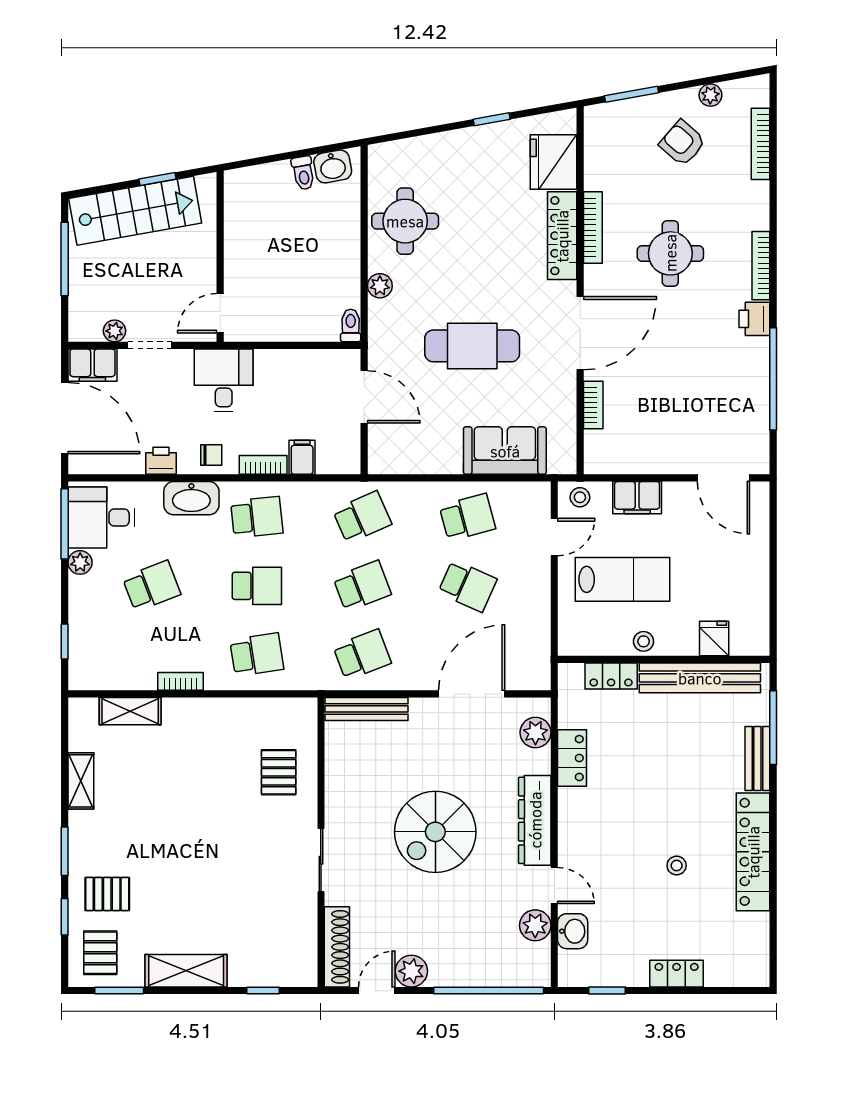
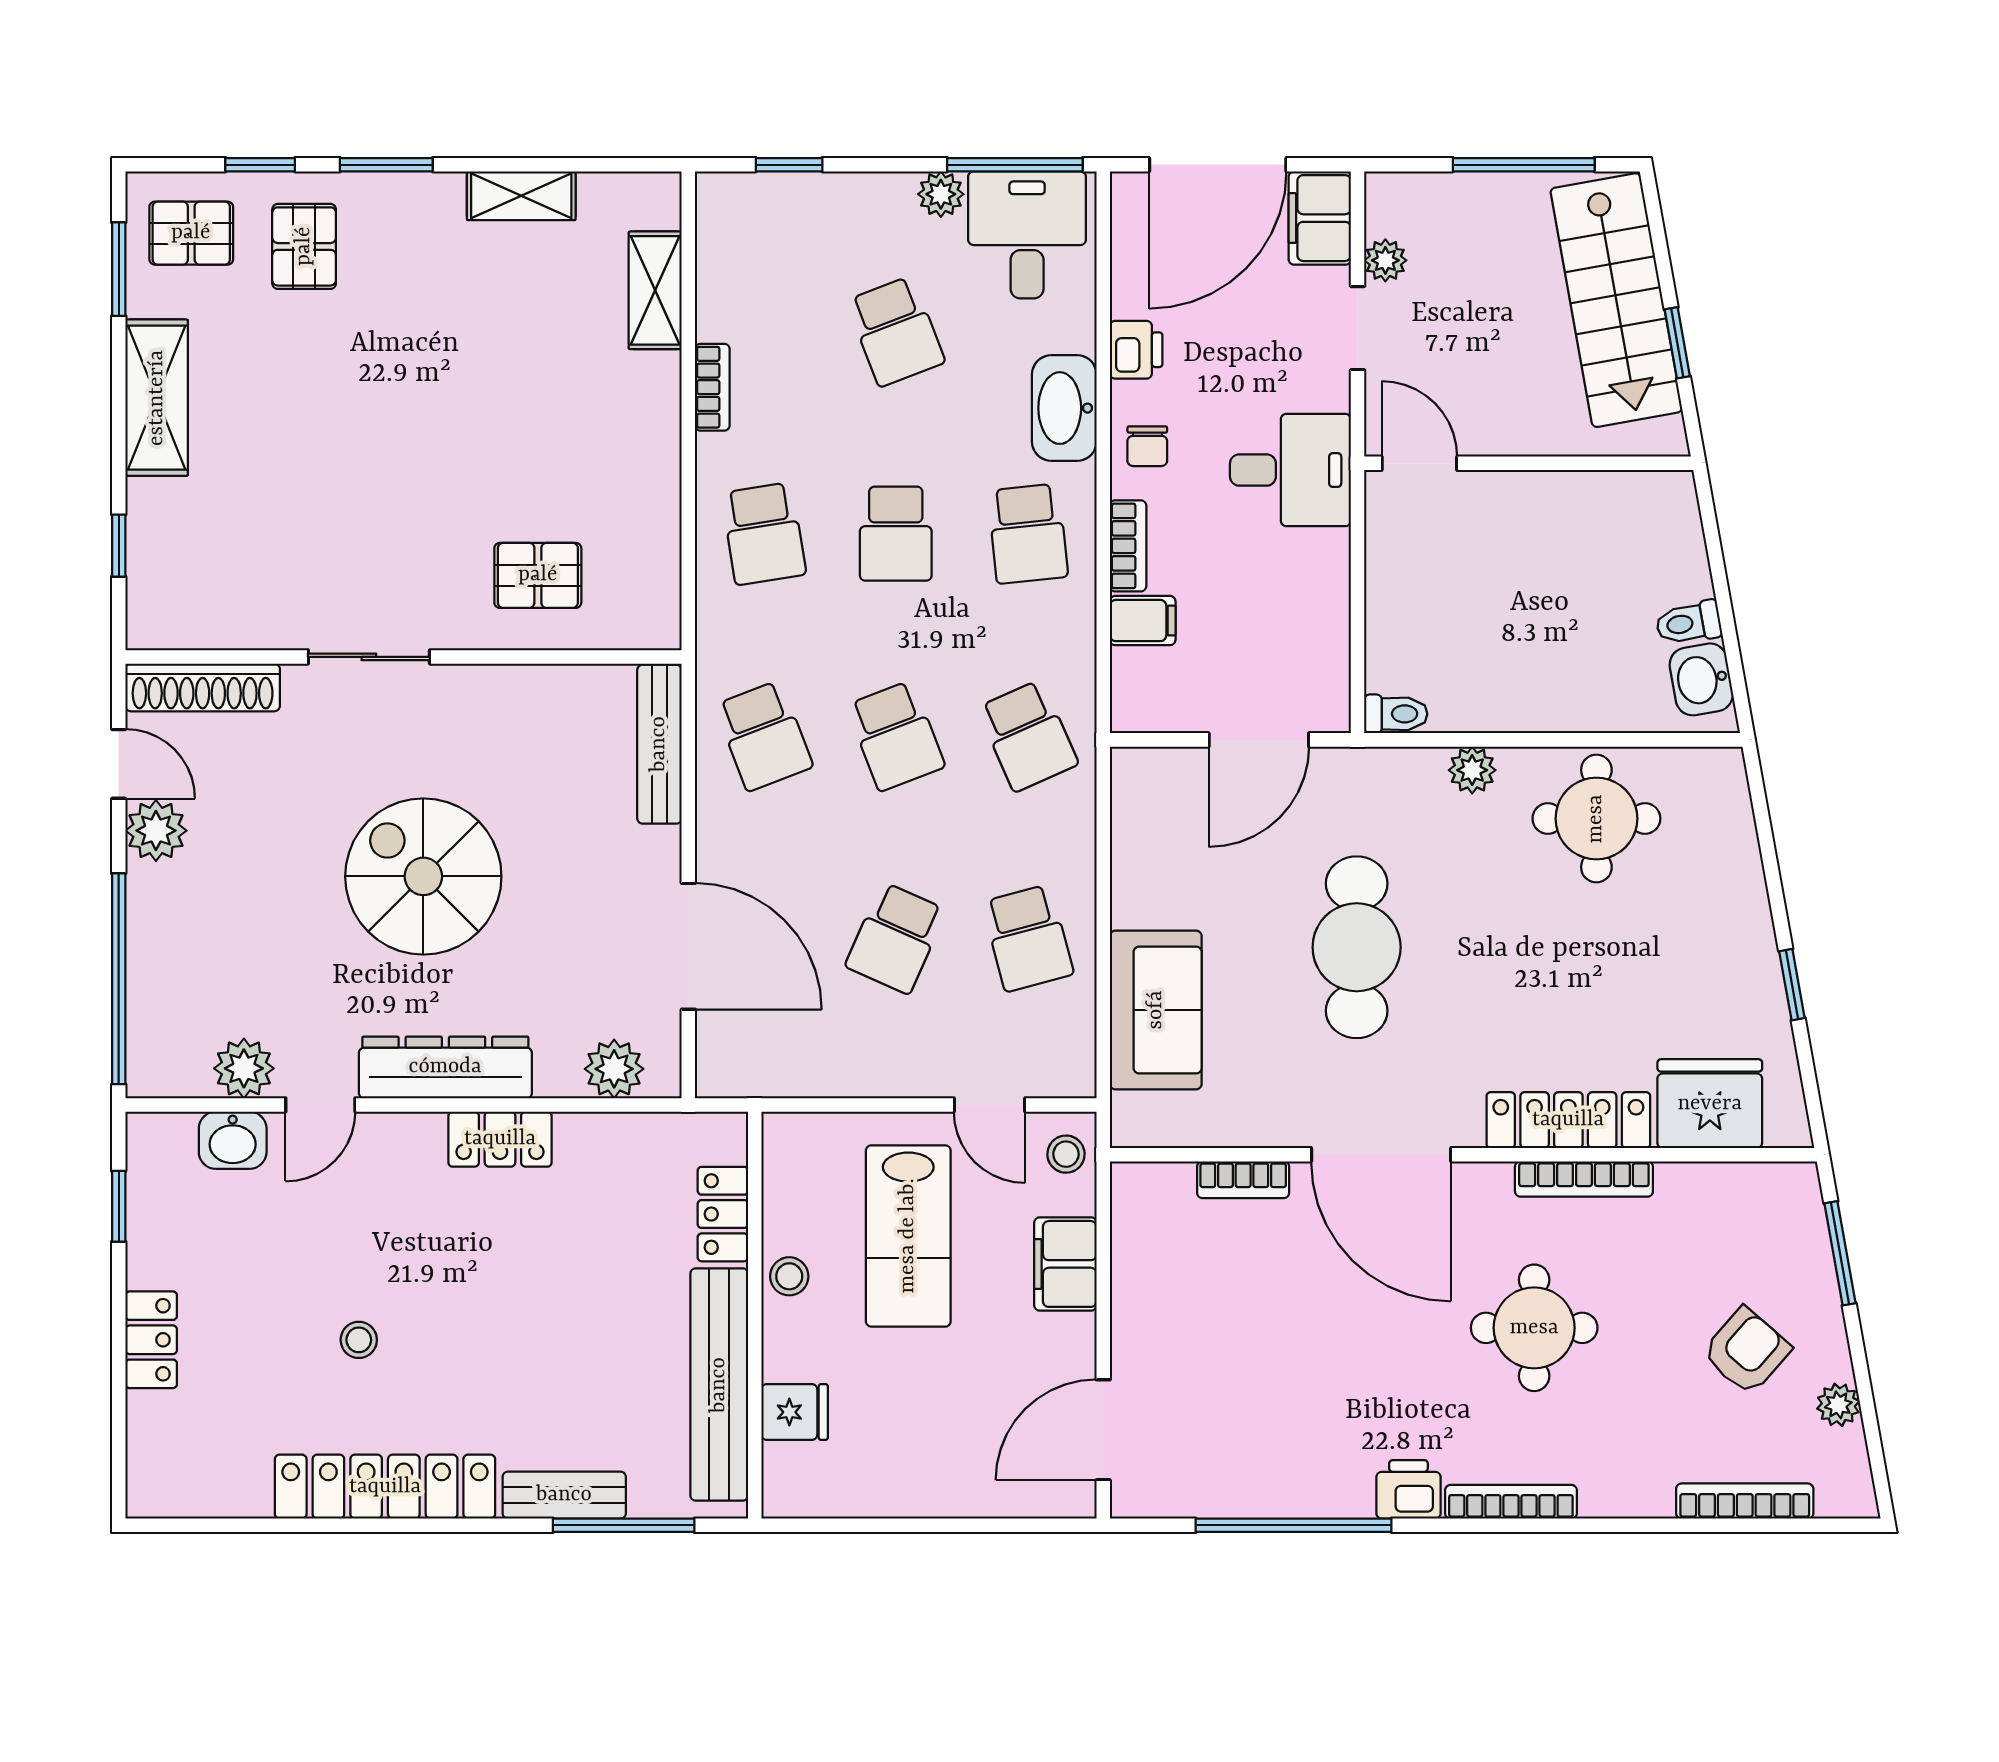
locker: (572, 758) -> (500, 1139), moved

